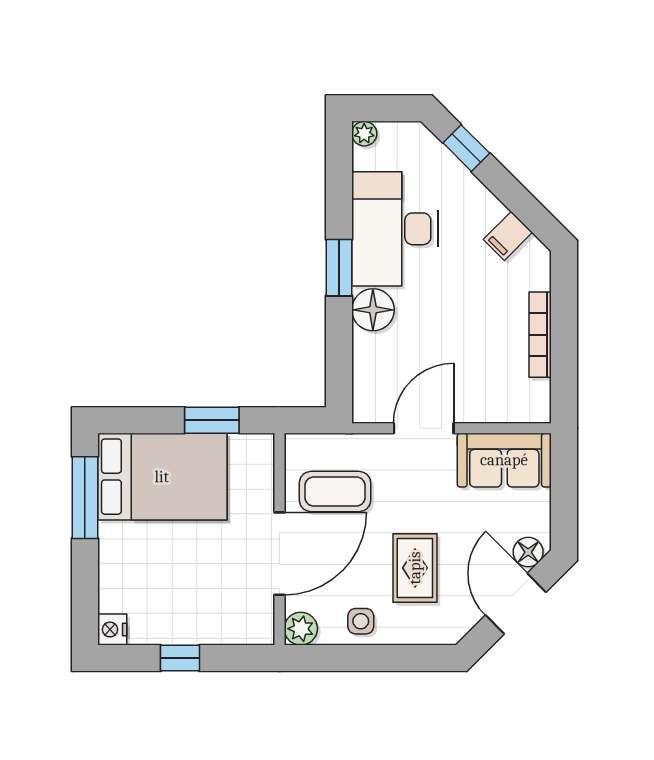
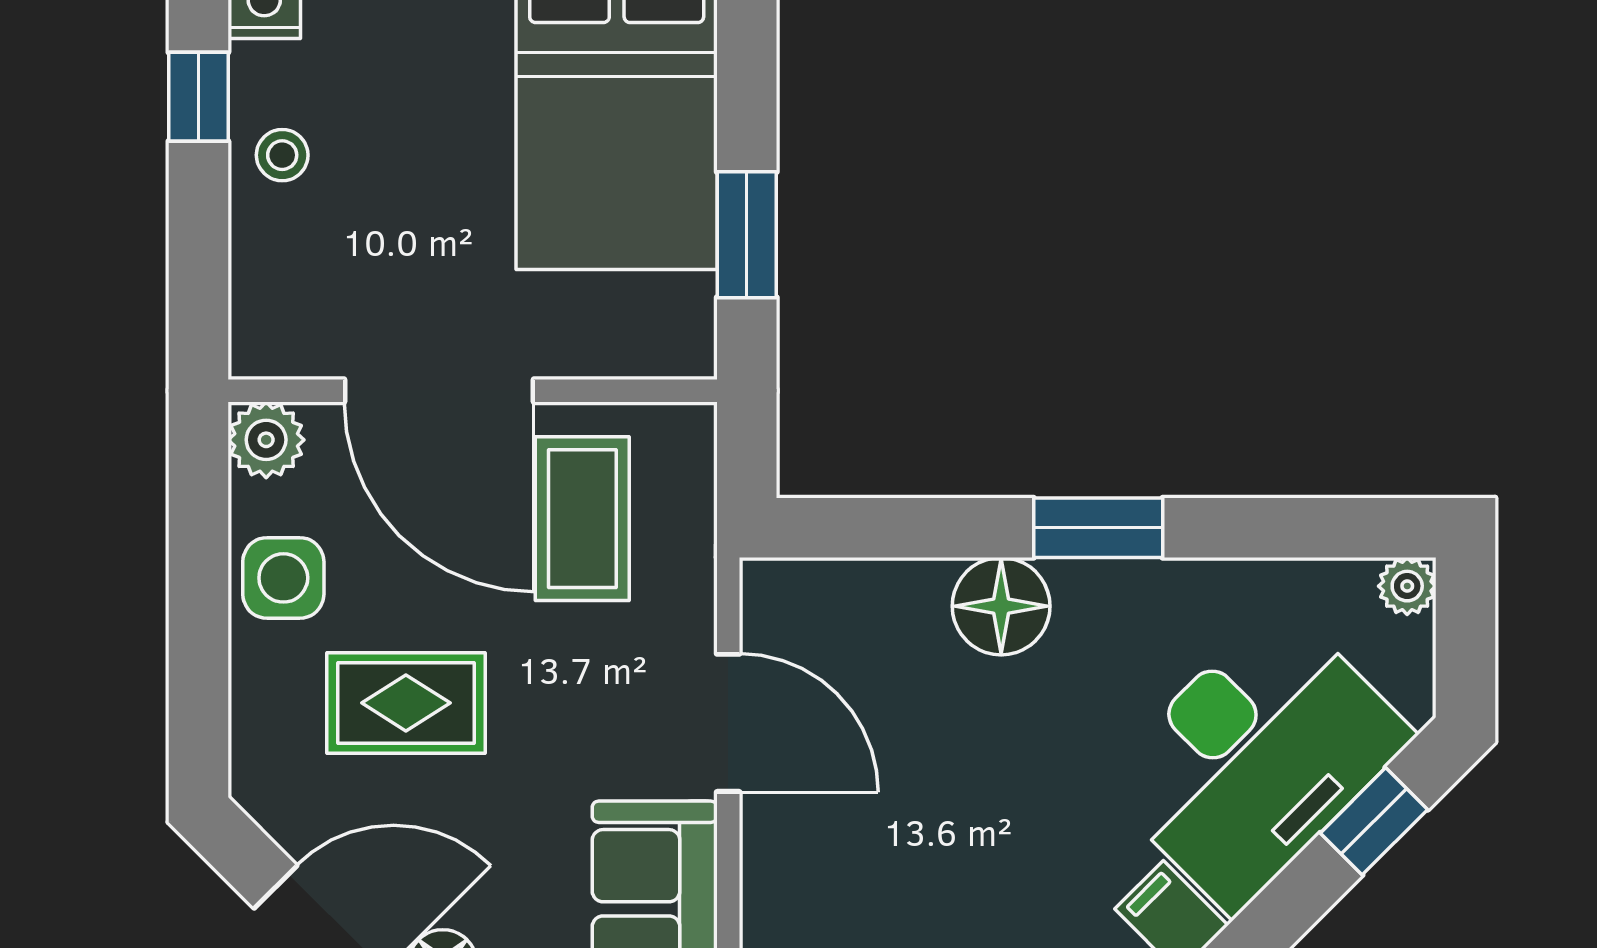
desk: (395, 229) -> (1256, 758), moved, turned 135
side table: (361, 621) -> (283, 578), width x1.37, depth x1.37
stool: (177, 622) -> (282, 155), added
window: (180, 658) -> (198, 97), moved

